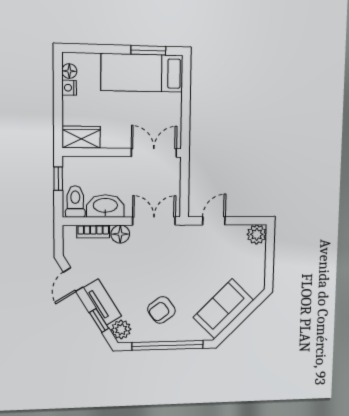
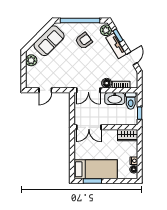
door: (214, 221) -> (45, 90), moved
plant: (257, 234) -> (31, 60), moved

